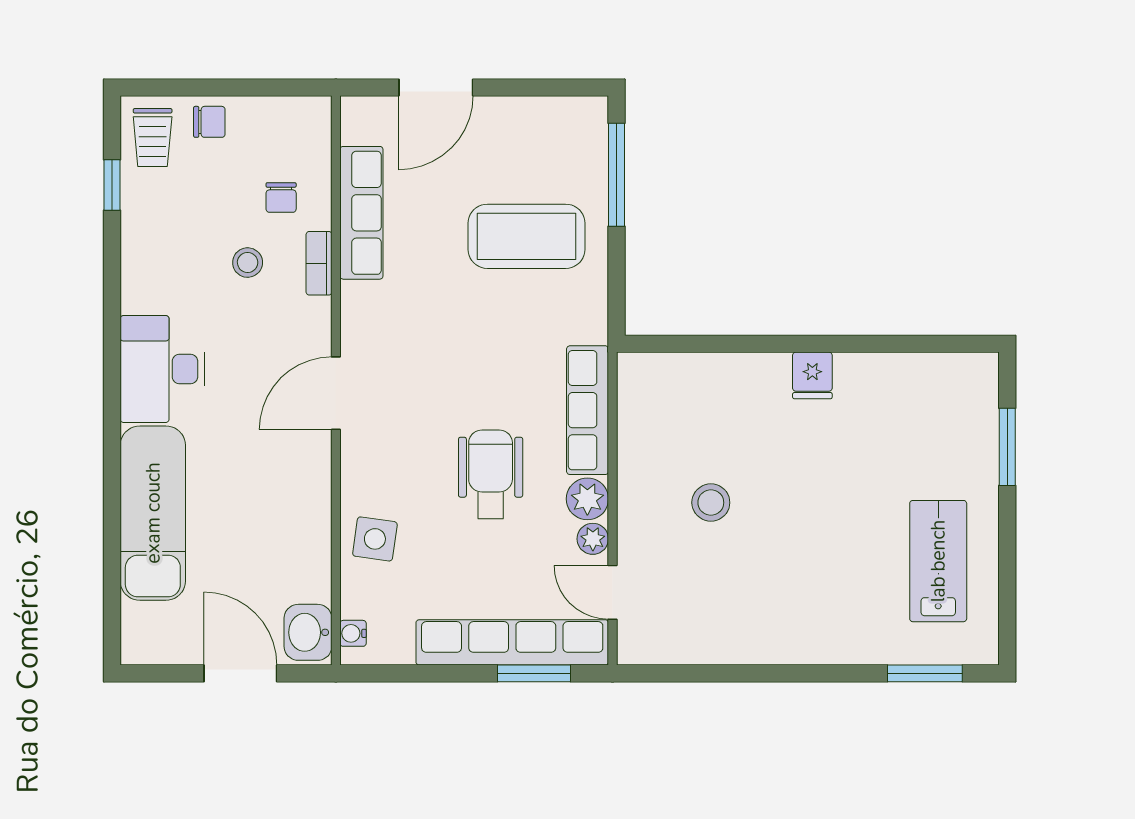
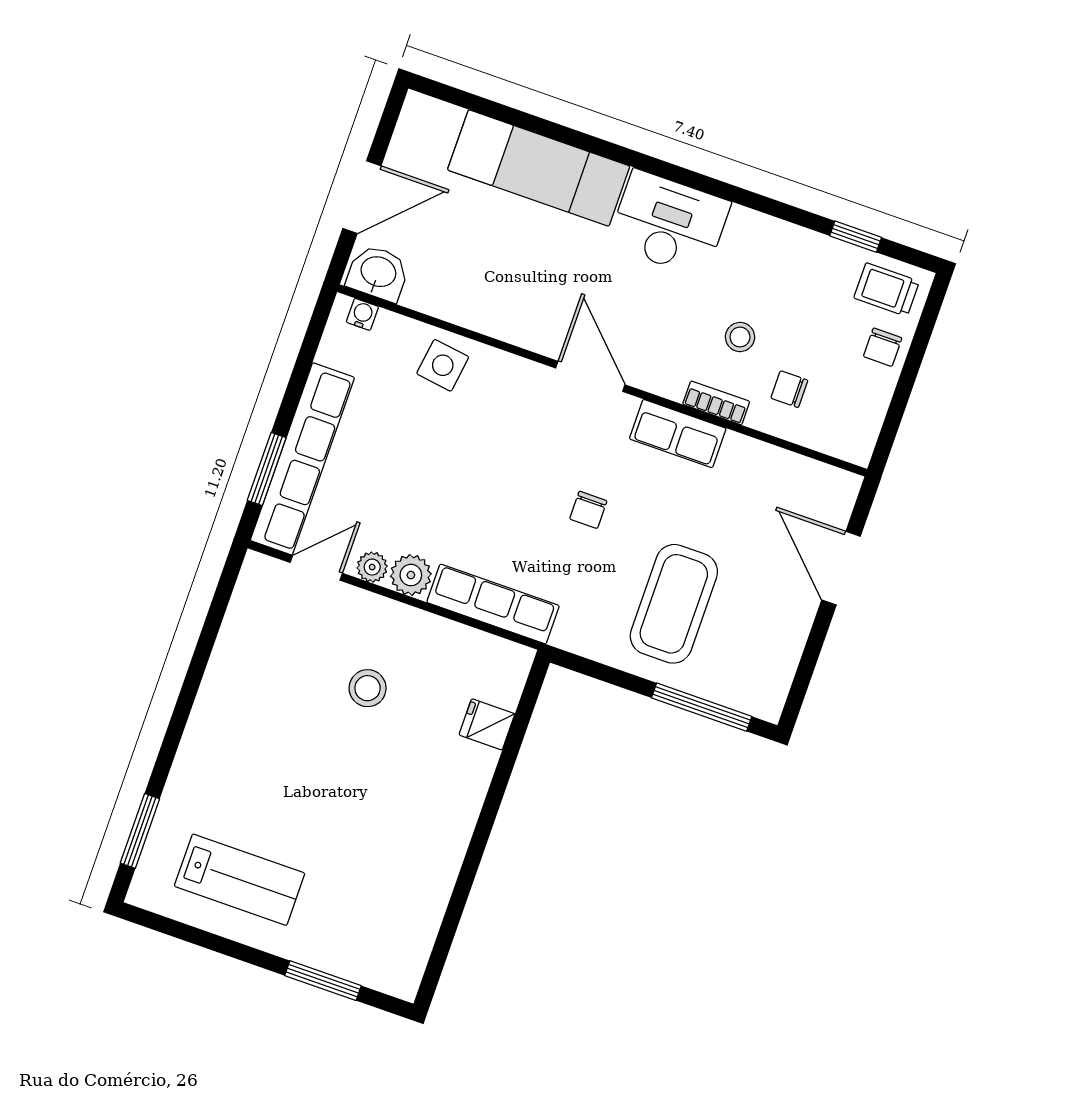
row of seats: (361, 213) -> (678, 434), moved, width x0.68
chair: (465, 350) -> (588, 510), added
fridge: (812, 375) -> (487, 724), moved
wheelchair: (491, 474) -> (465, 493), removed

